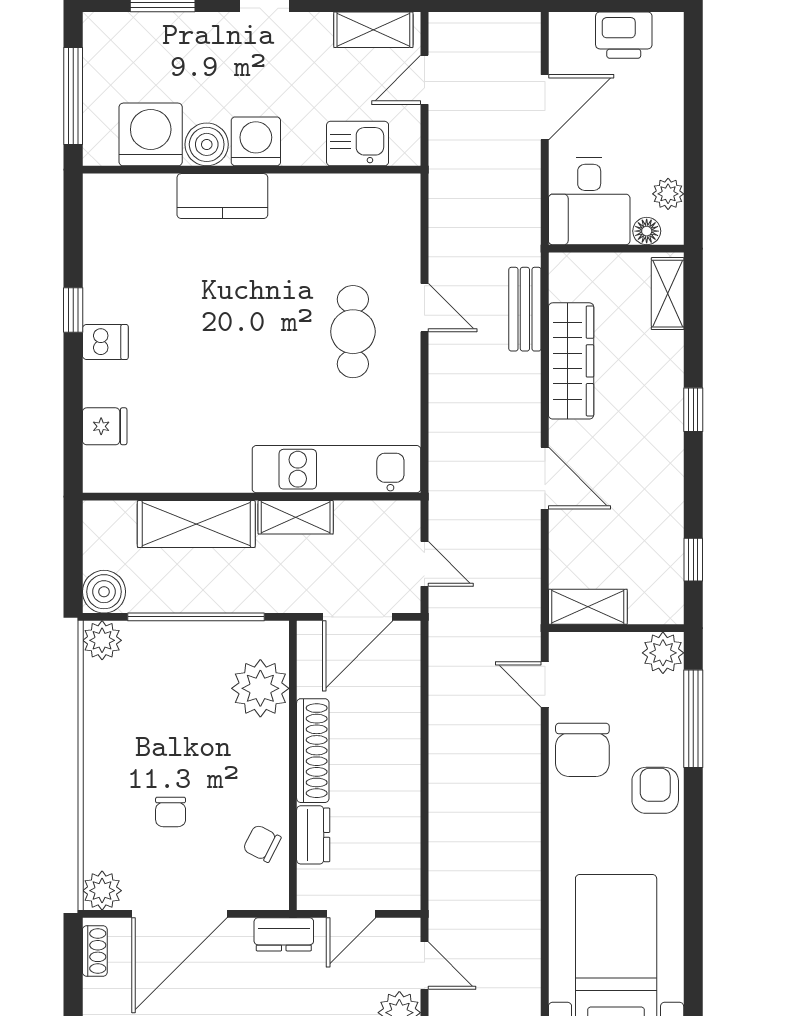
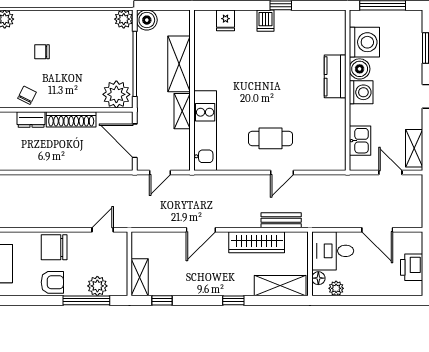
shelving: (668, 294) -> (280, 286), width x1.50, depth x1.33
shelving: (588, 607) -> (140, 277), moved
plant: (663, 653) -> (97, 286), moved
plant: (260, 688) -> (116, 94), moved
chair: (582, 750) -> (54, 247), moved

